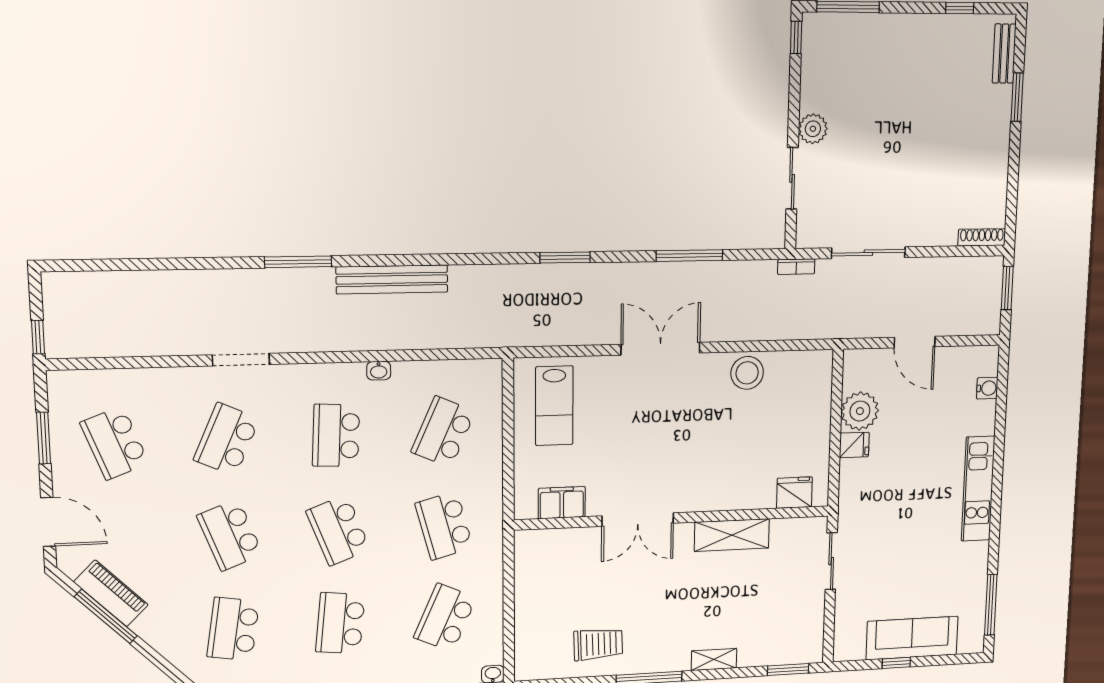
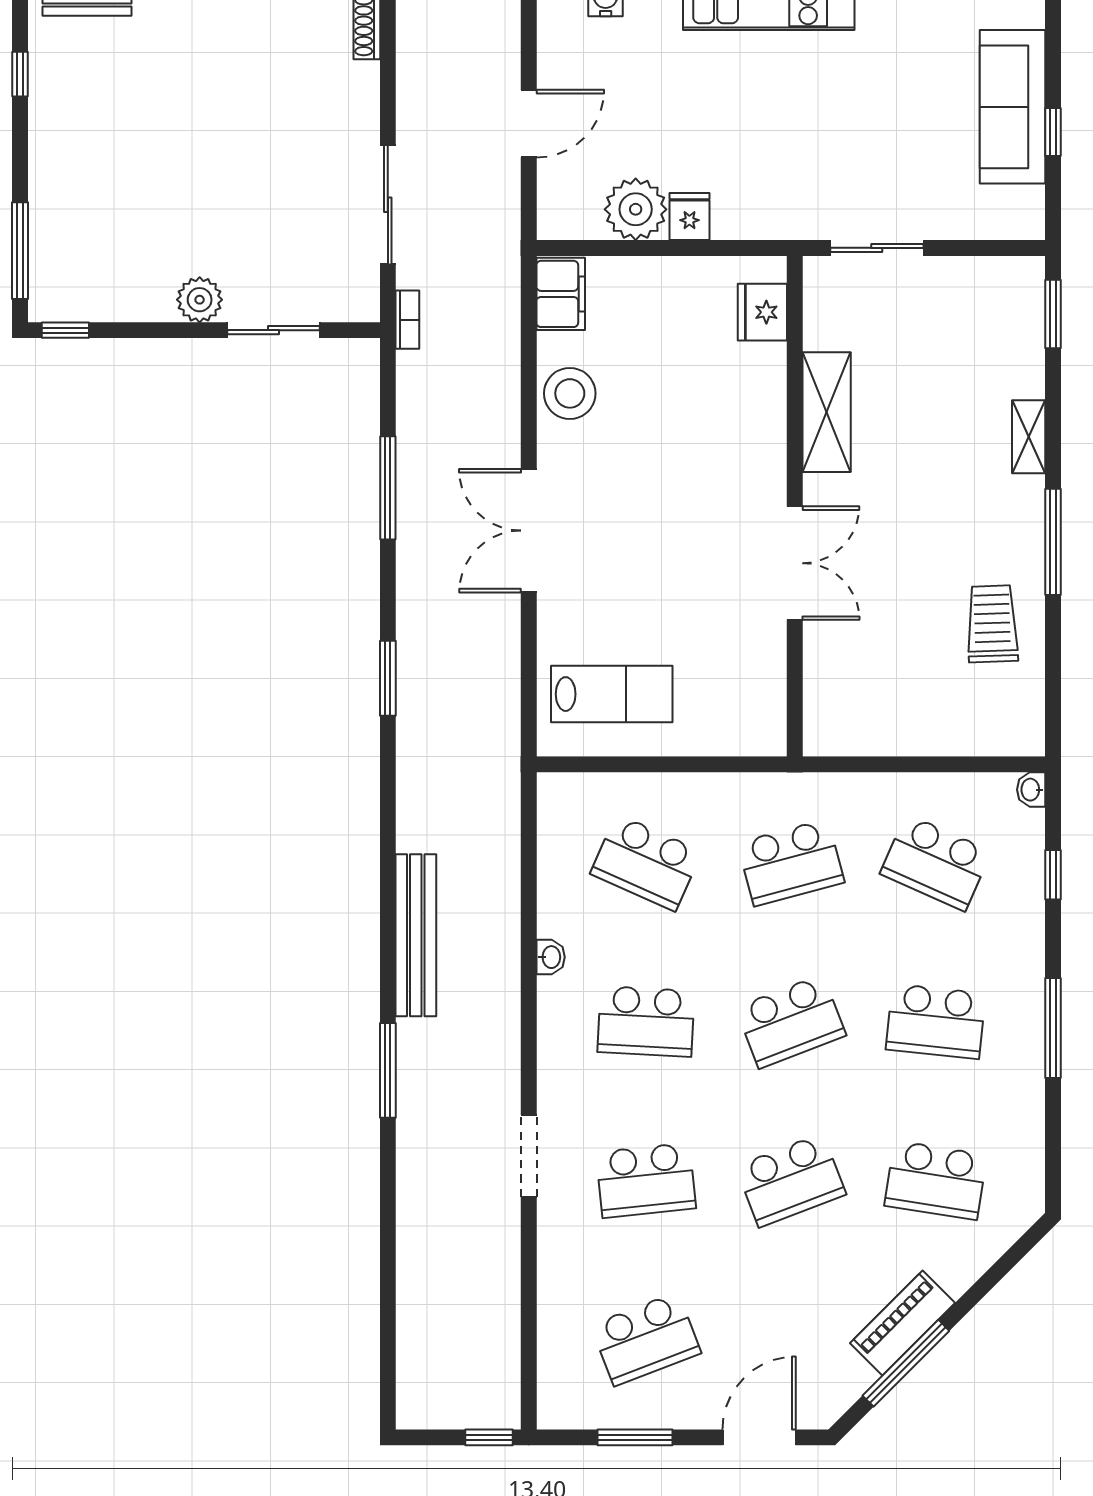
school desk: (227, 439) -> (646, 1180), turned -30
filing cabinet: (562, 503) -> (561, 294), moved, turned 180
piano: (111, 593) -> (903, 1323), moved

